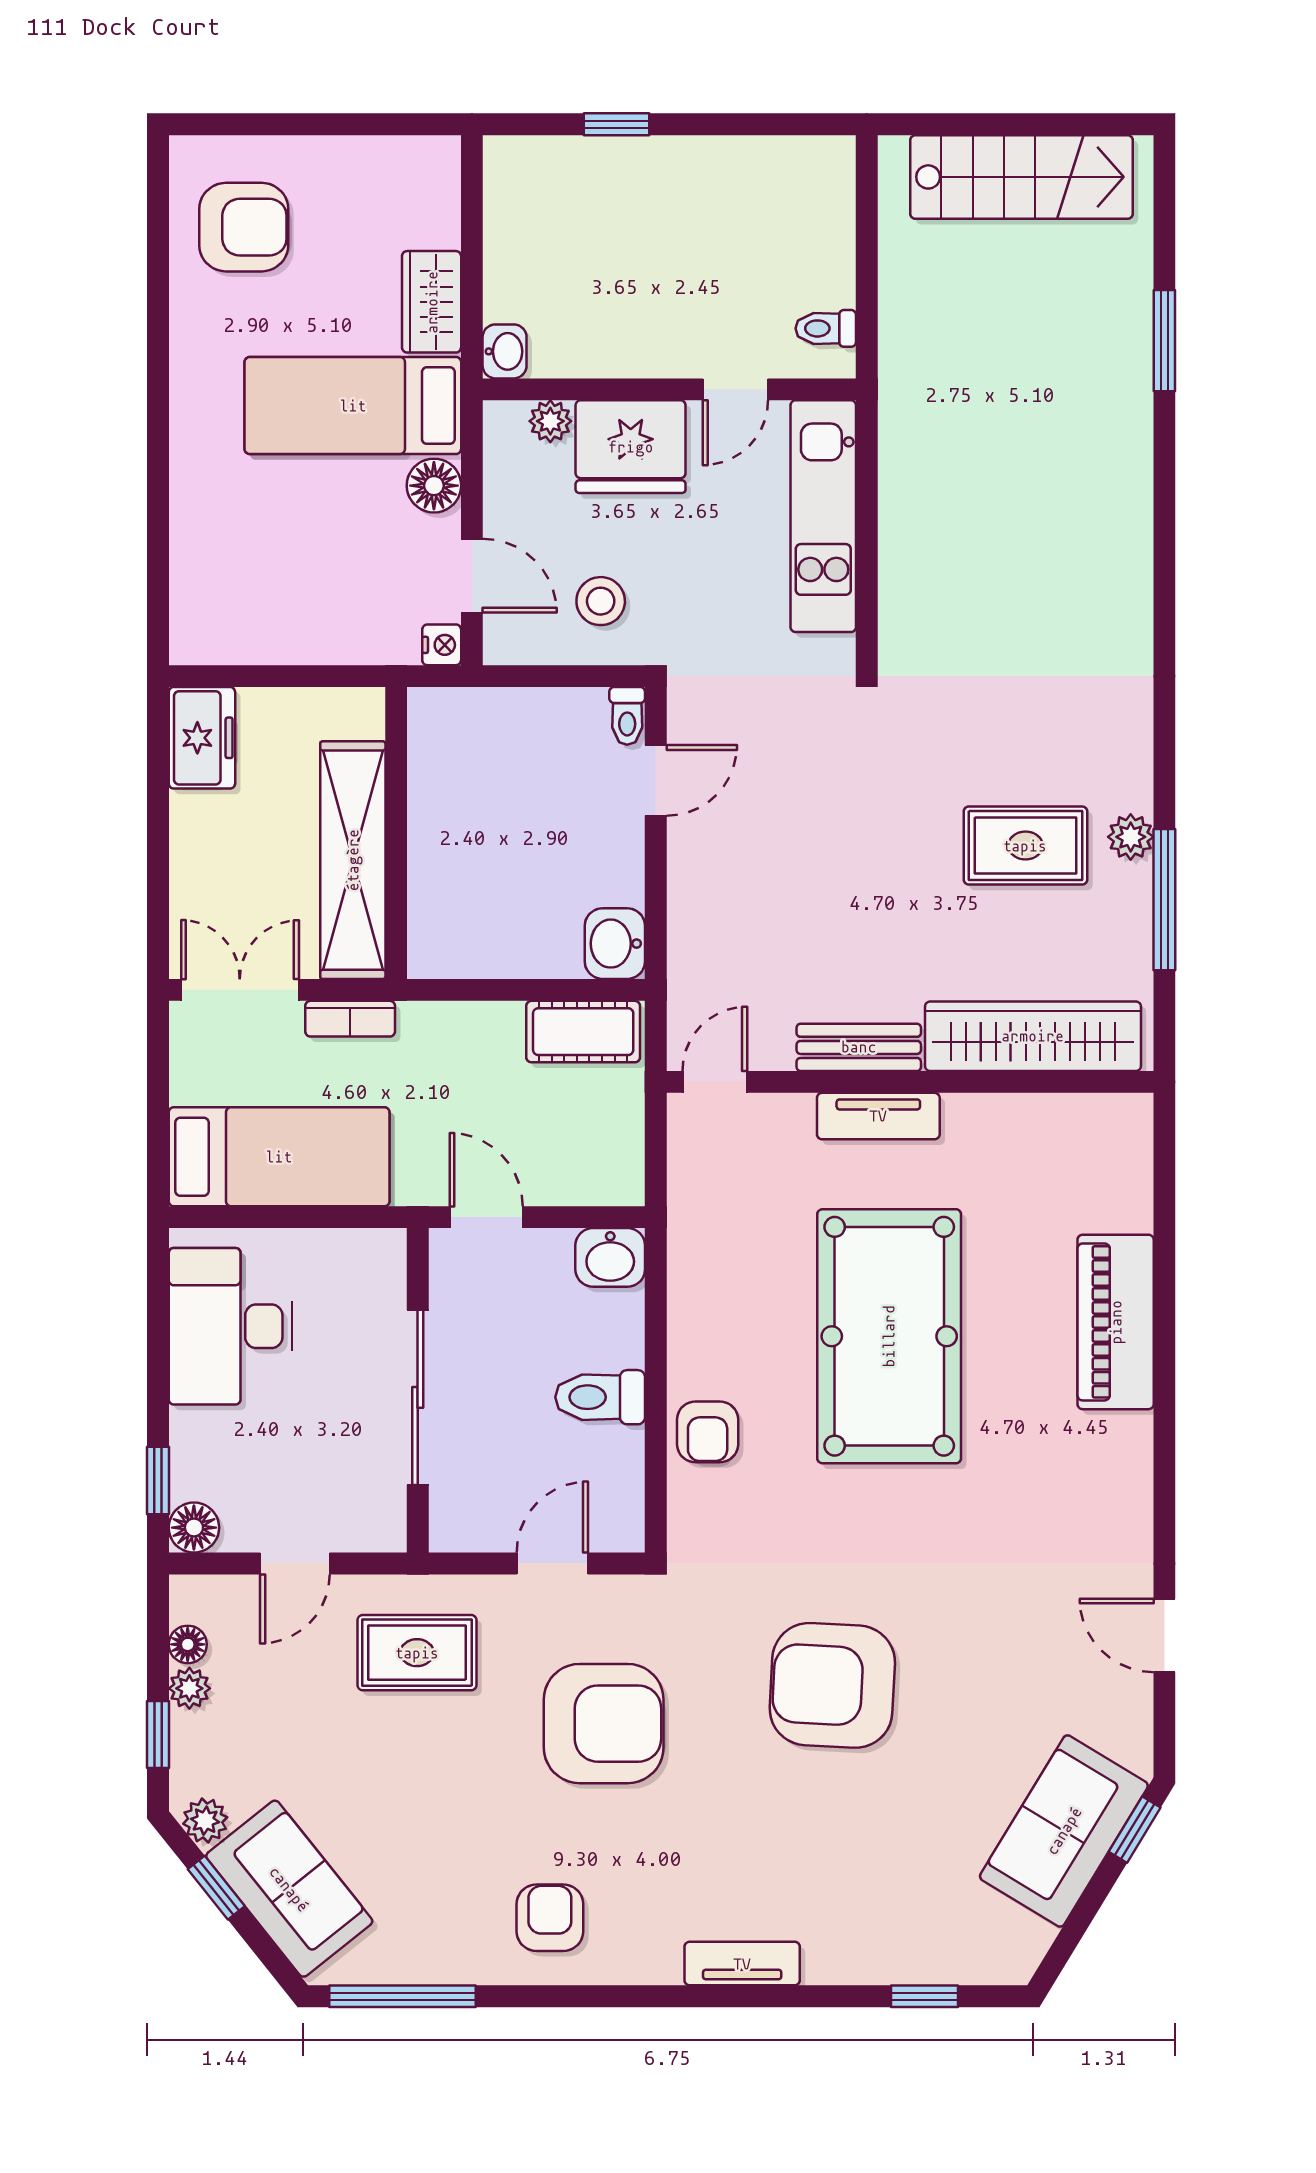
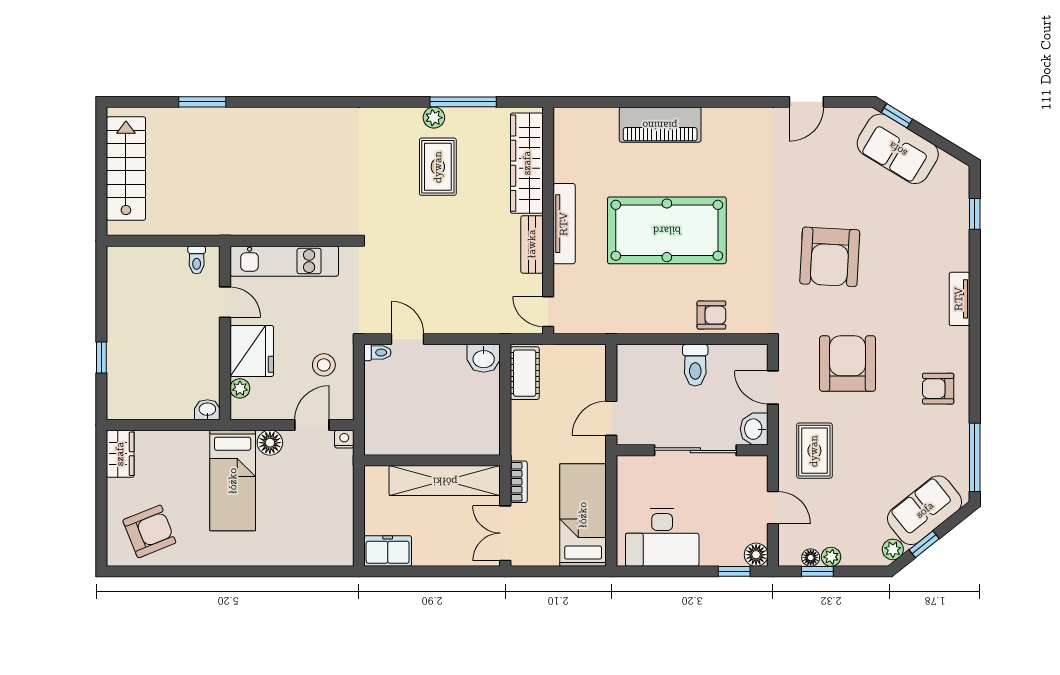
armchair: (244, 227) -> (149, 531), turned 68
wardrobe: (432, 302) -> (120, 454), moved, turned -90
tv unit: (878, 1116) -> (564, 224), width x1.41
washbasin: (610, 1257) -> (754, 429), moved, turned 180
window: (158, 1734) -> (817, 571), moved

